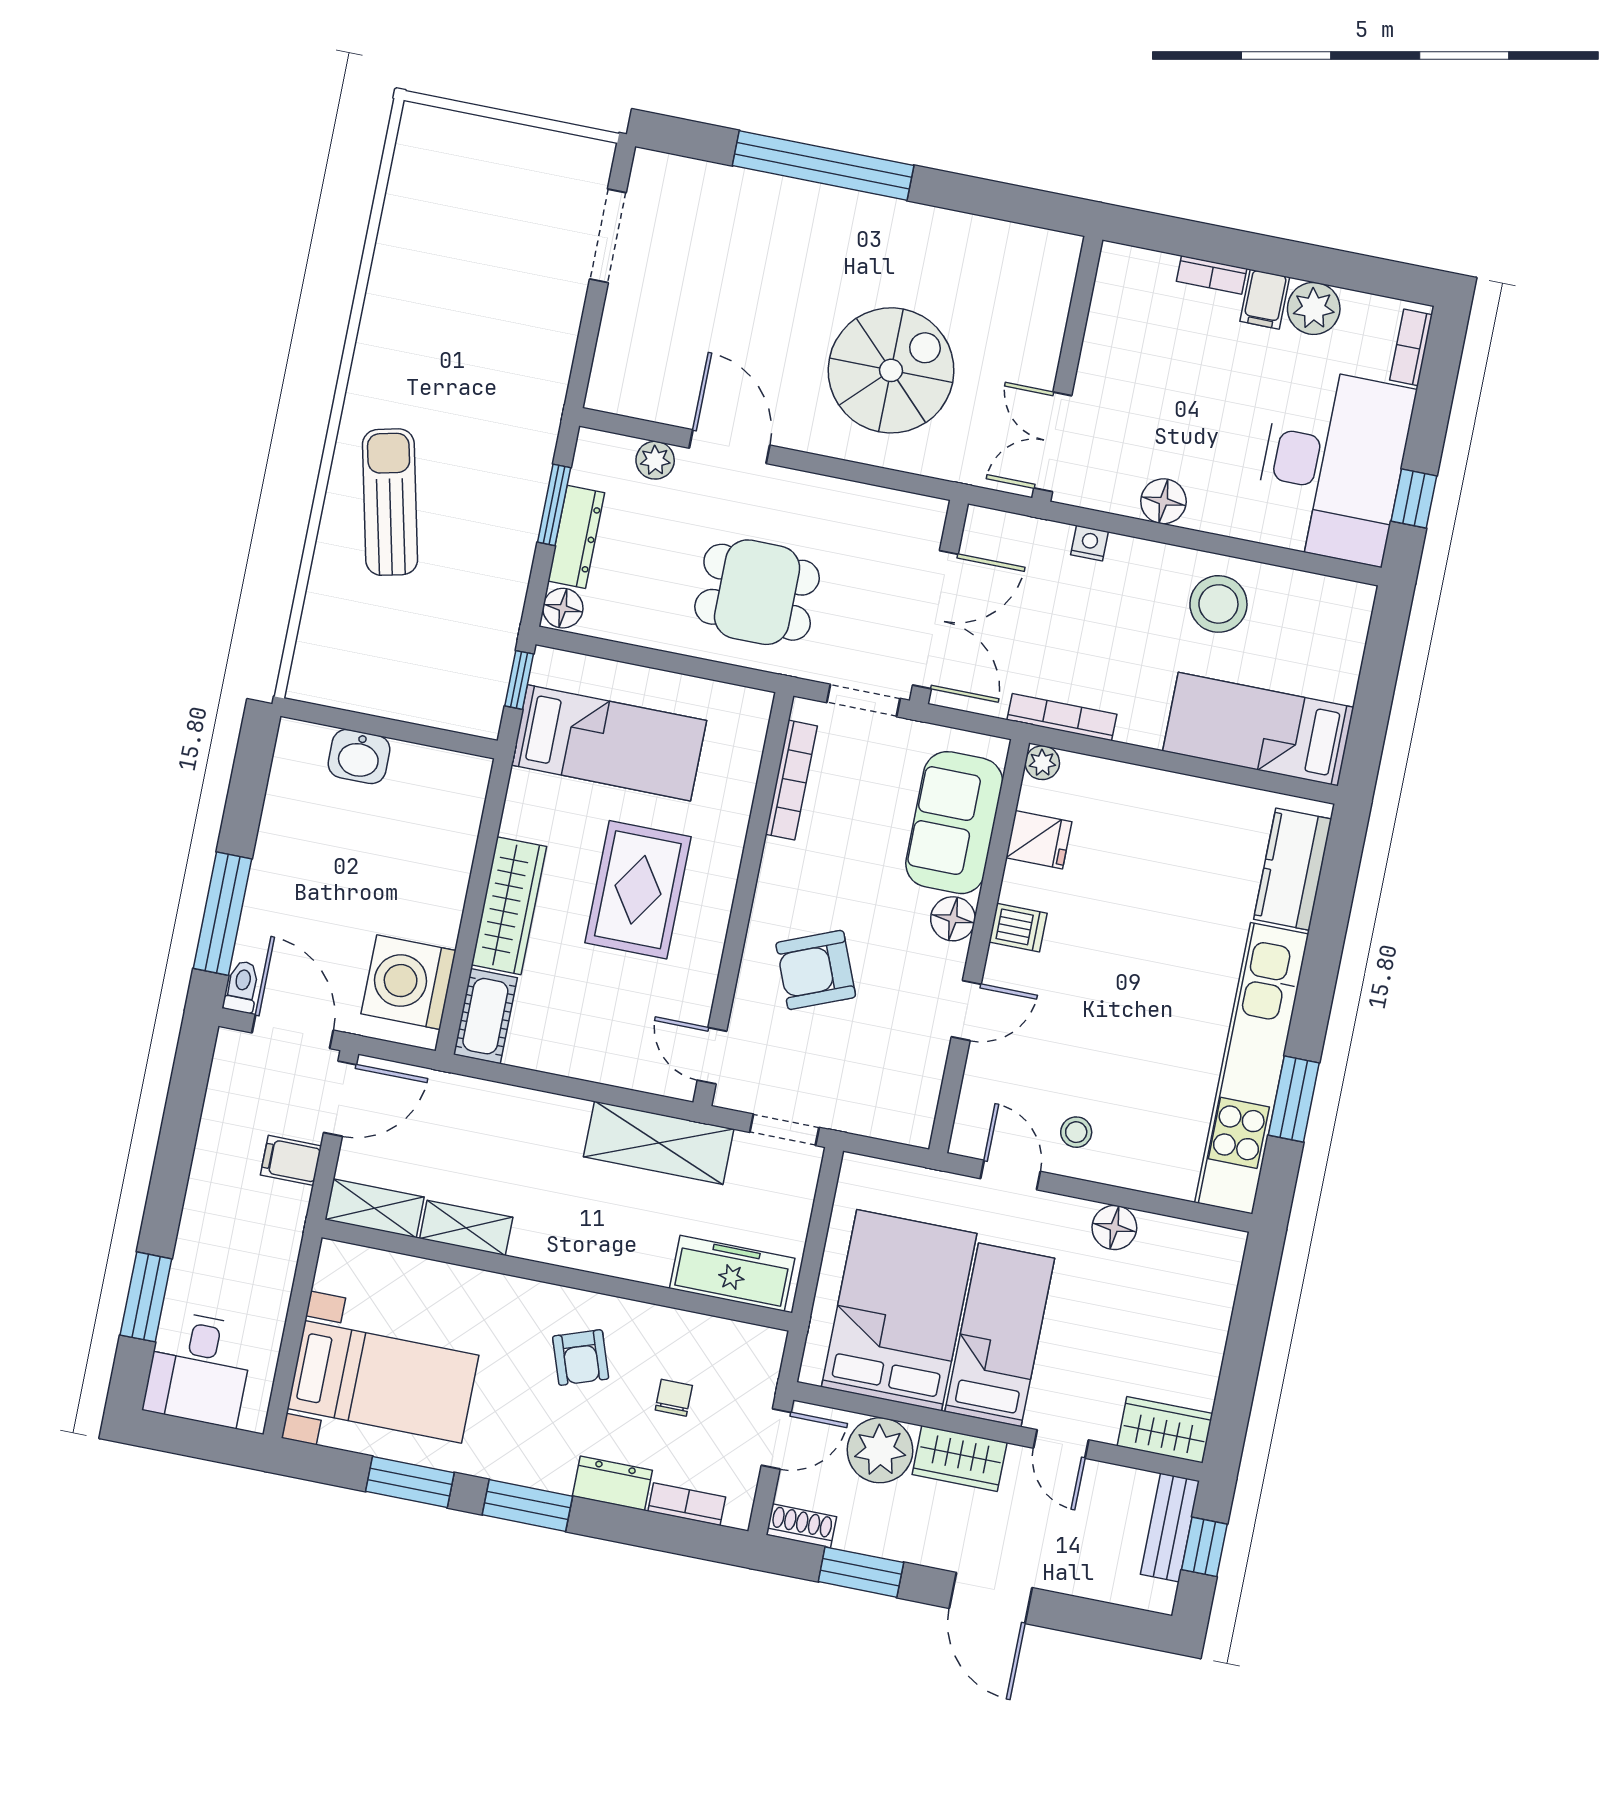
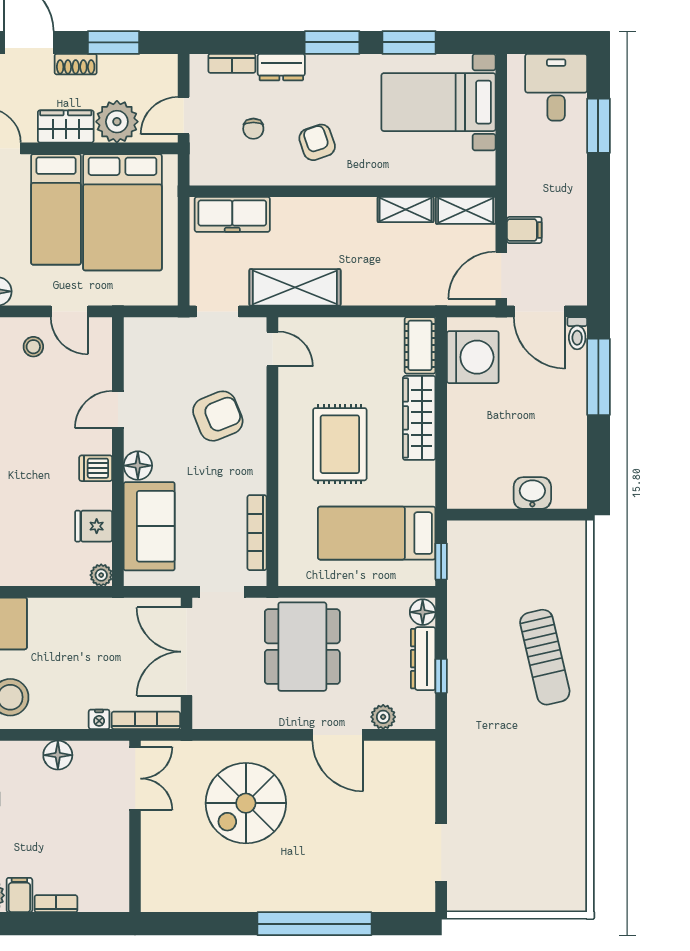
window: (554, 505) -> (441, 676), width x0.67
dining table: (757, 592) -> (302, 647), width x1.38
bookcase: (1062, 717) -> (146, 720), moved, turned 180
shoe rack: (801, 1526) -> (76, 64), moved

